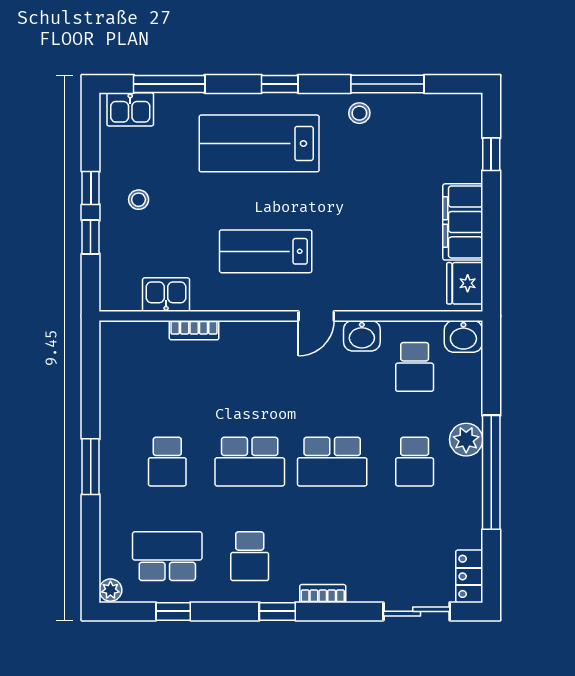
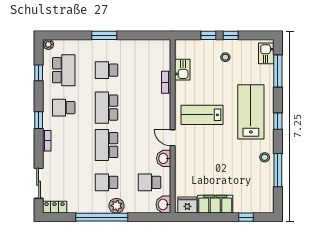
lab bench: (266, 251) -> (202, 115), turned -90

